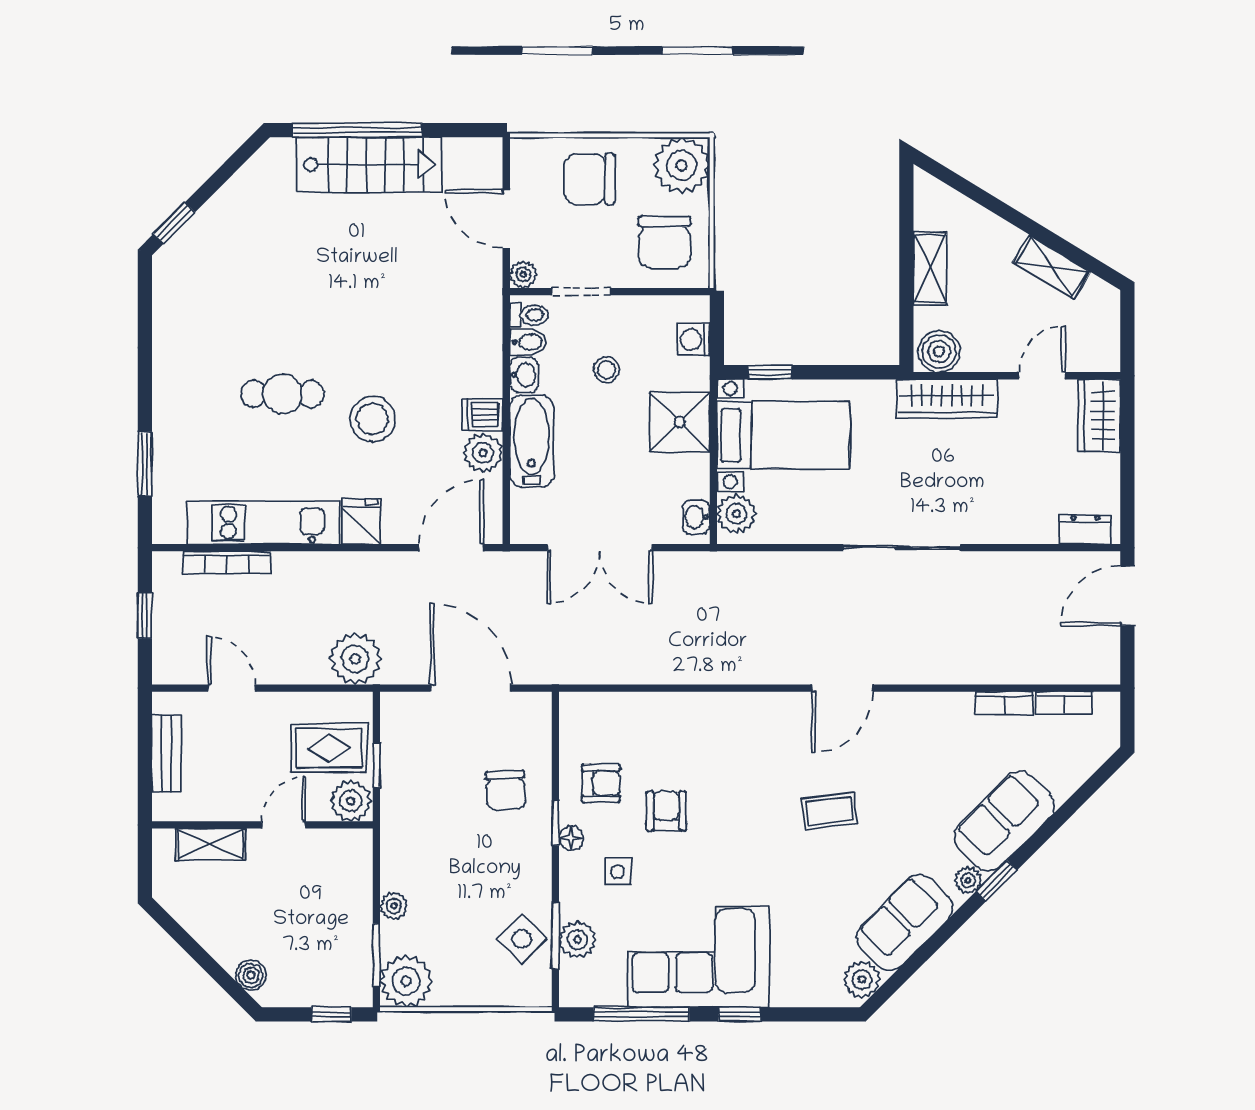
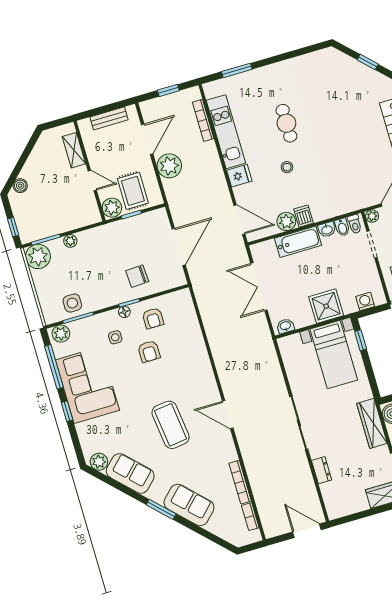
window: (174, 223) -> (368, 62), moved
stool: (606, 370) -> (340, 266), removed
stool: (372, 419) -> (287, 167), width x0.53, depth x0.53
plant: (736, 514) -> (292, 344), removed
dresser: (1085, 529) -> (322, 470), moved
plant: (355, 659) -> (169, 166), moved
door: (232, 688) -> (147, 139), width x1.38
bookcase: (1004, 703) -> (240, 482), width x1.56
armchair: (666, 811) -> (149, 351), turned 90
coffee table: (829, 811) -> (171, 425), width x1.86, depth x1.72
plant: (968, 880) -> (158, 497), removed
window: (996, 881) -> (161, 509), width x1.50
side table: (522, 939) -> (72, 303), turned 45
plant: (577, 940) -> (61, 334), moved

